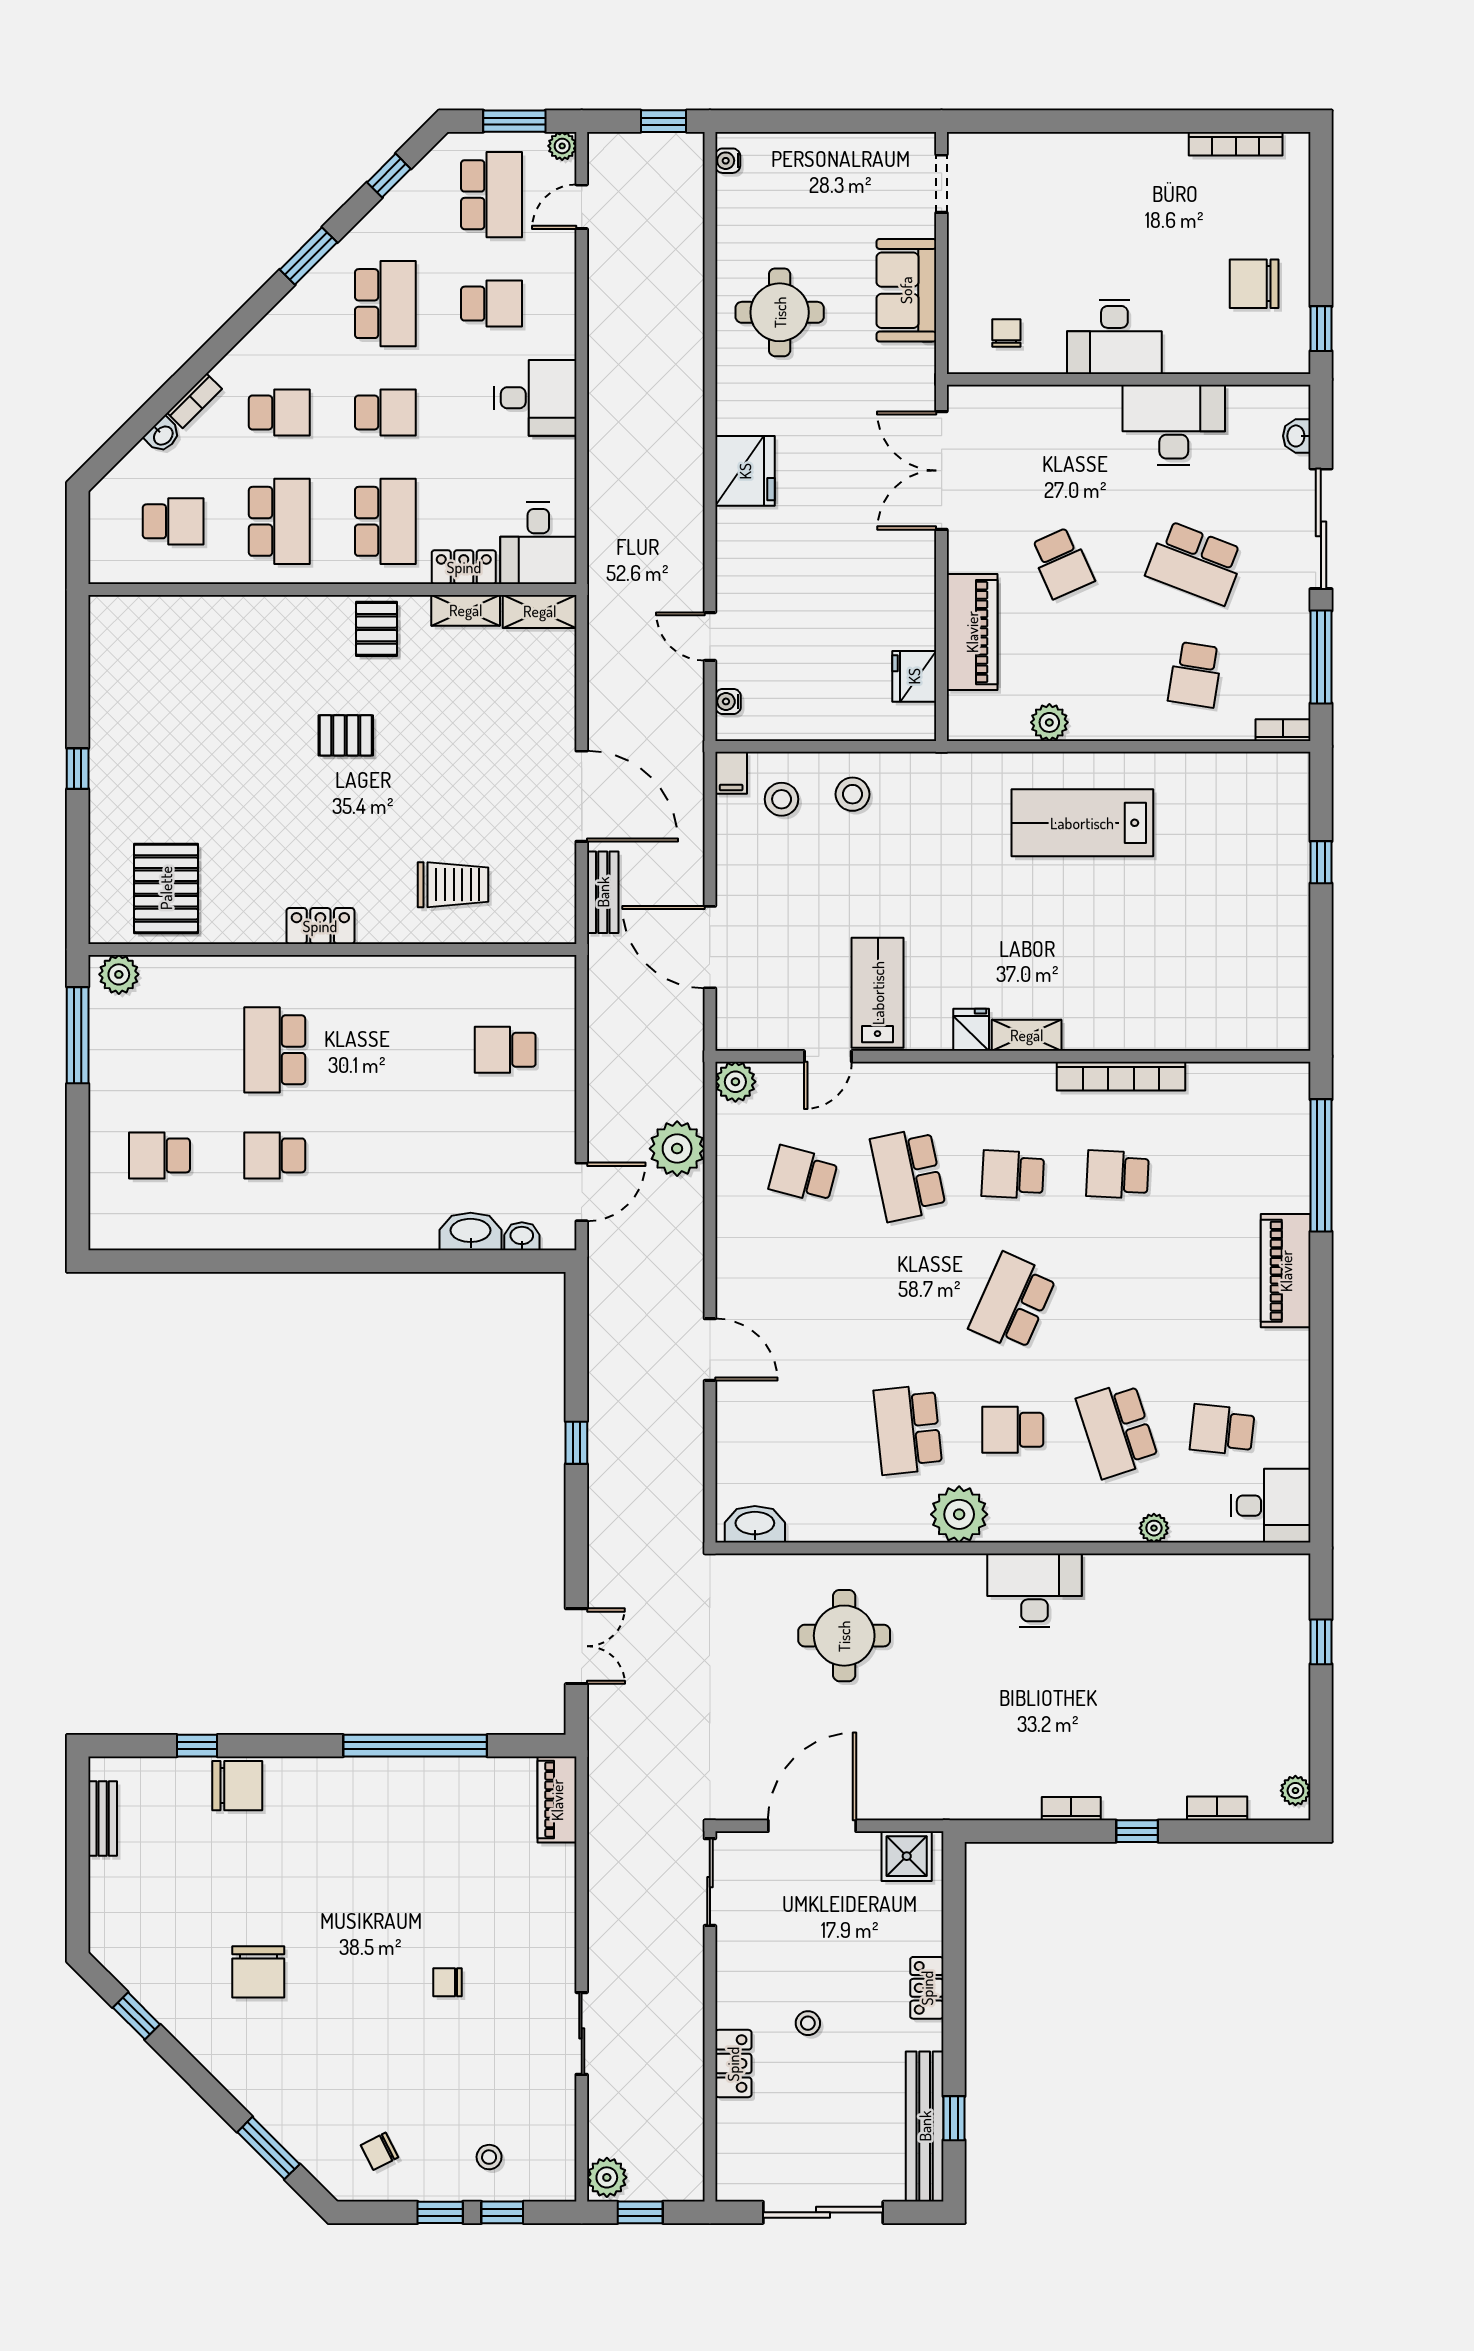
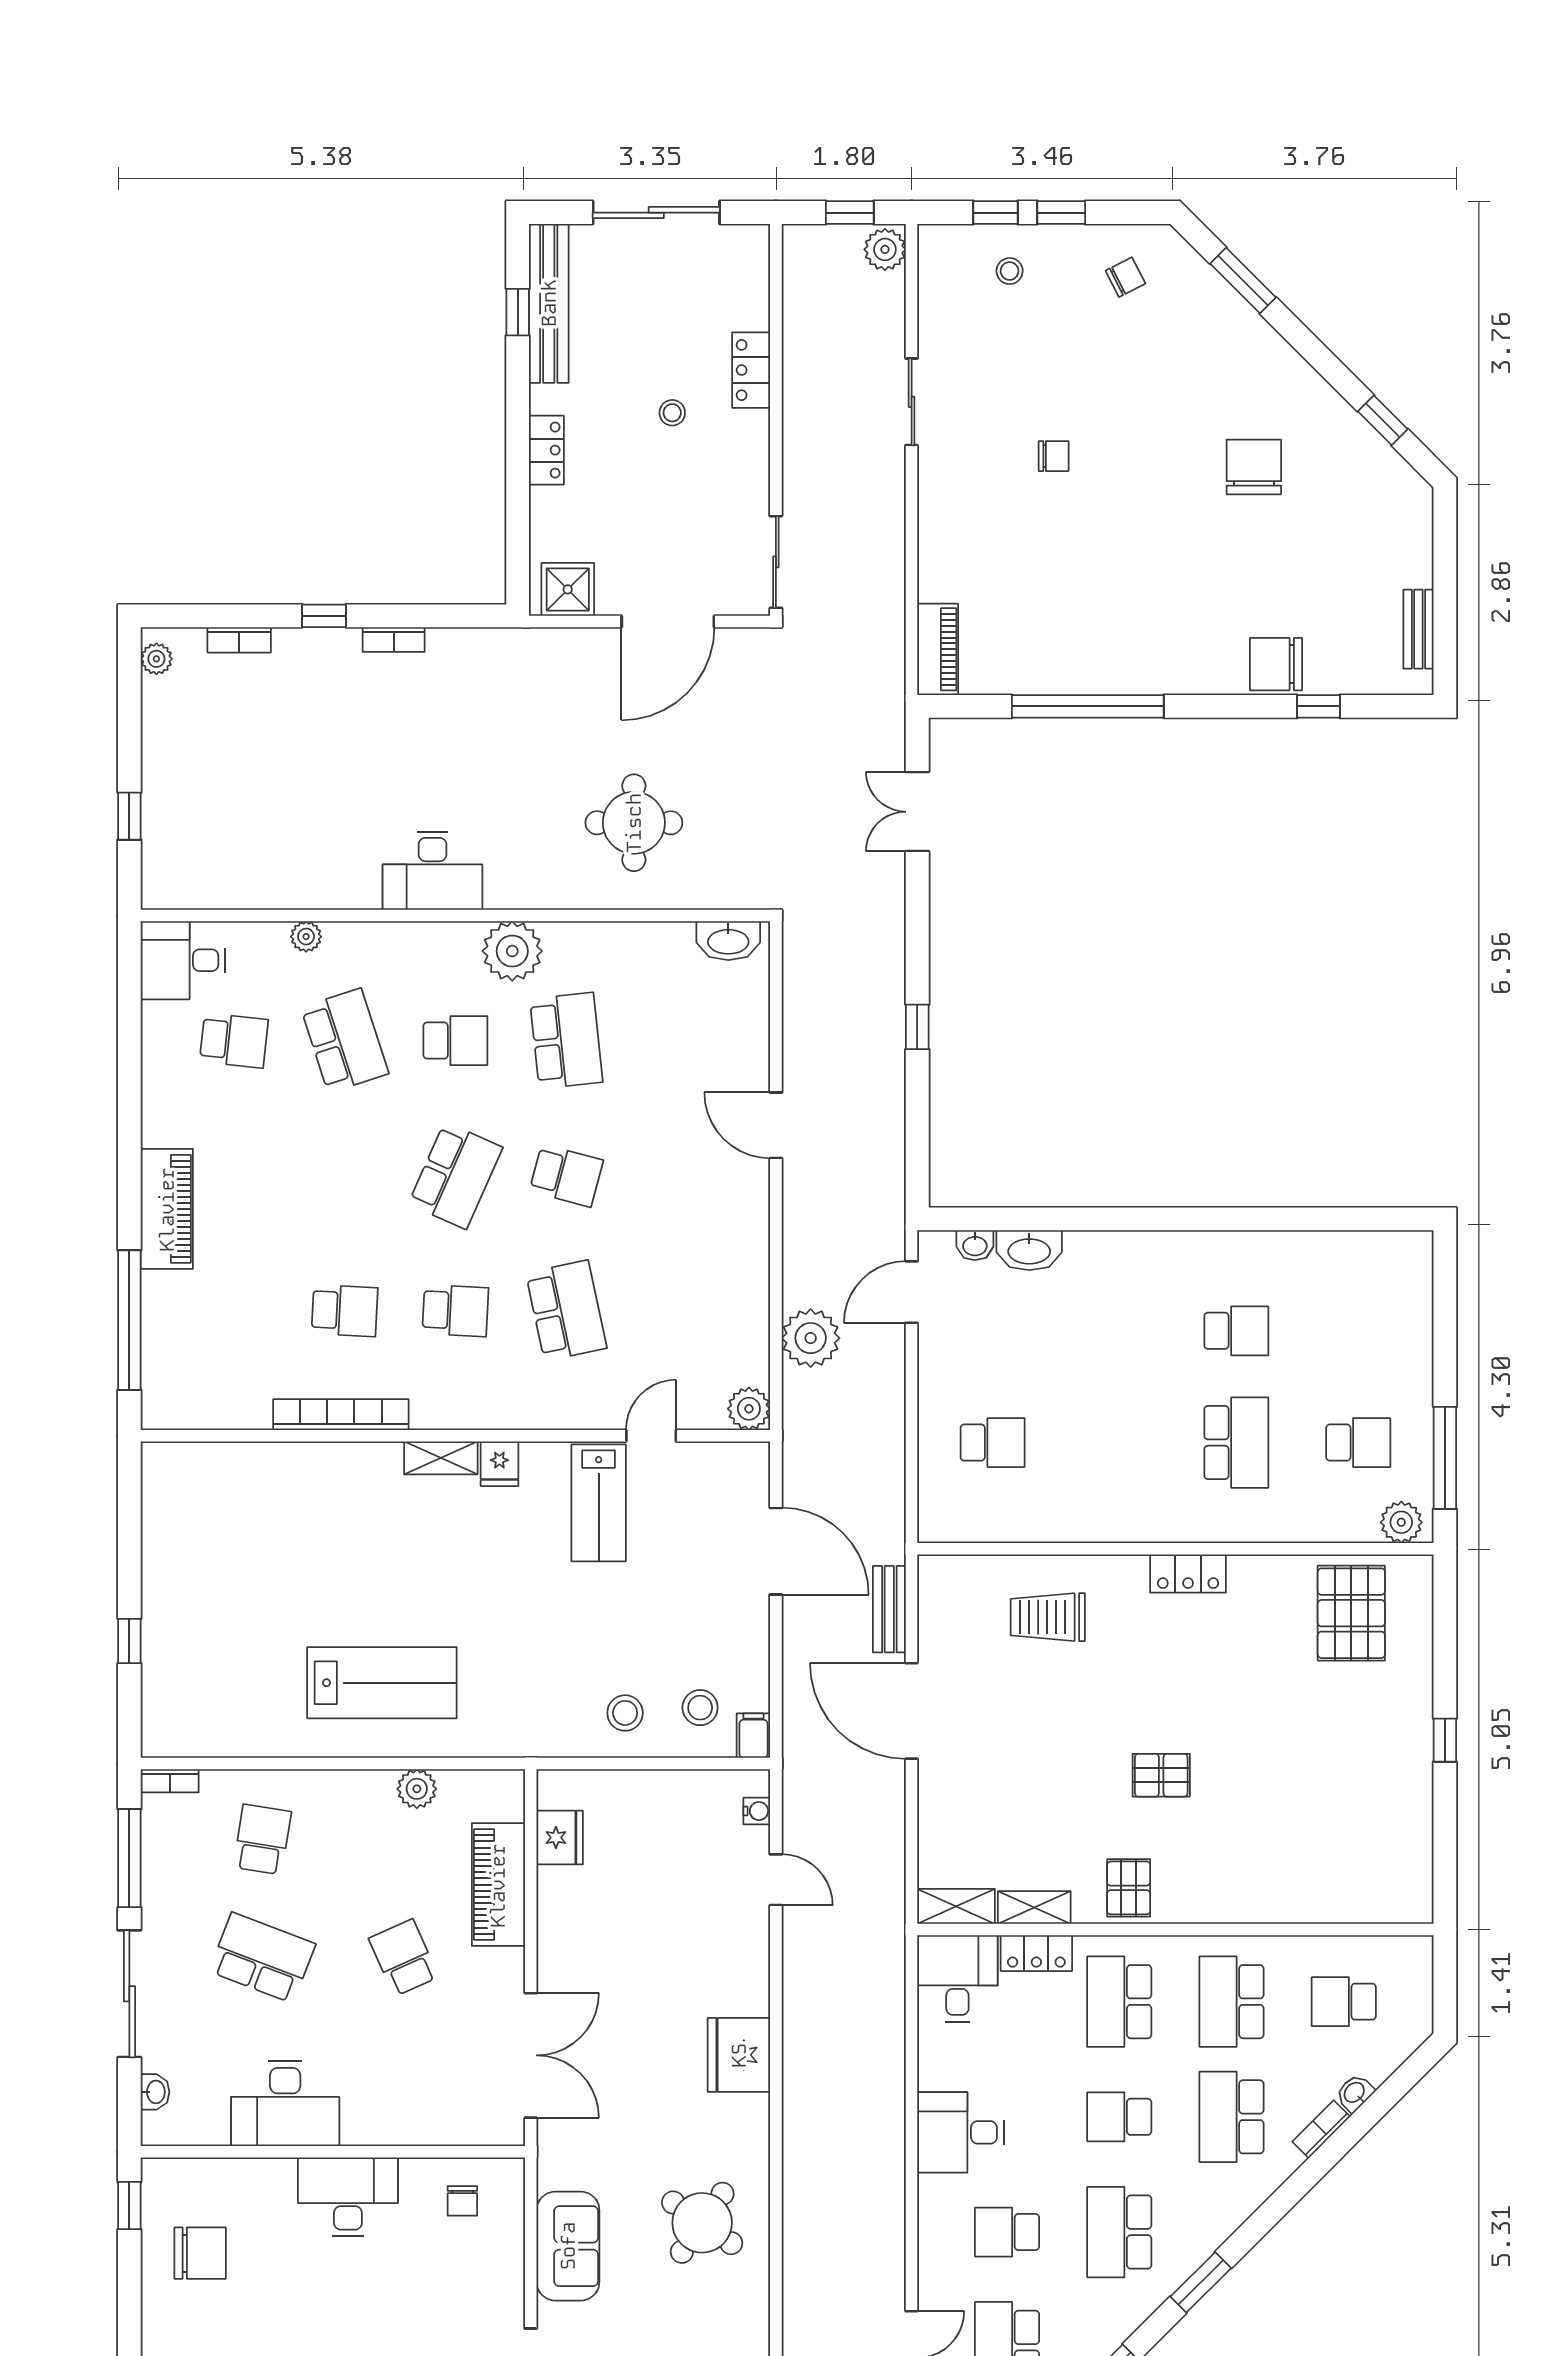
round table: (780, 312) -> (702, 2223), turned 35
school desk: (279, 412) -> (1232, 2117), width x1.85
school desk: (160, 1155) -> (1358, 1443), moved
school desk: (803, 1174) -> (566, 1176), moved

